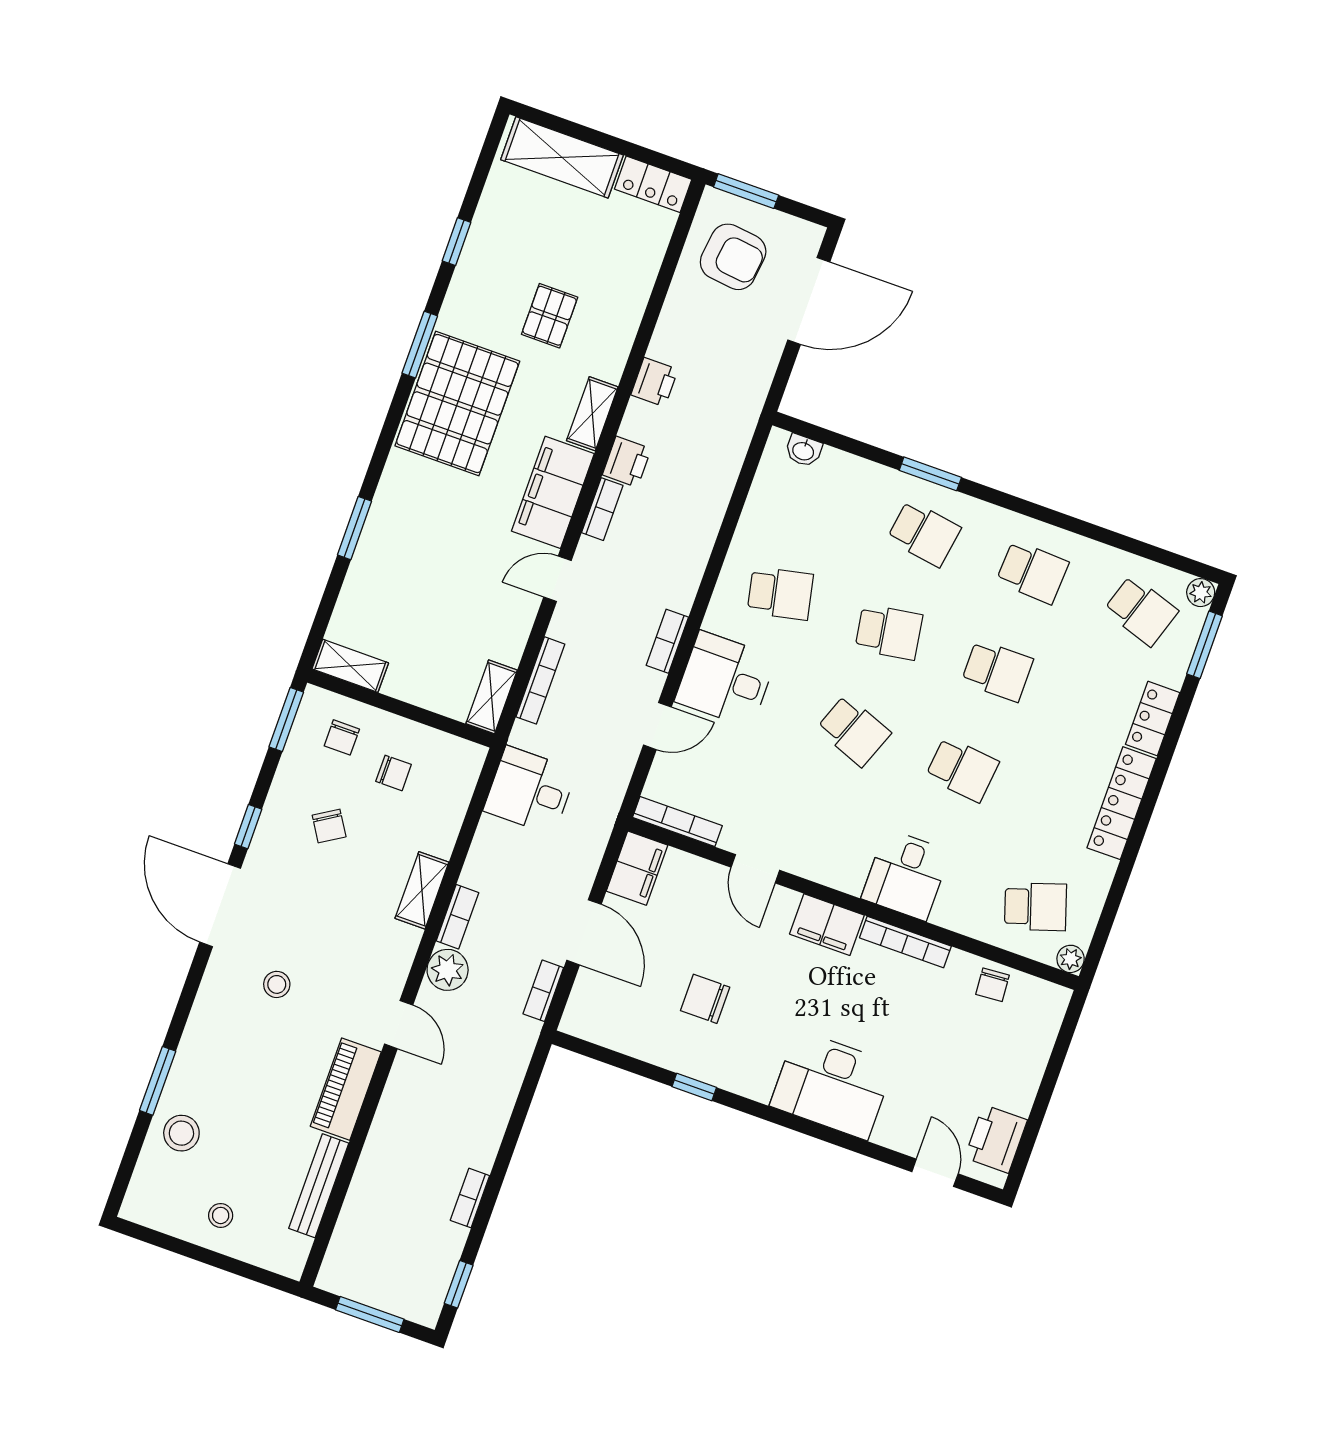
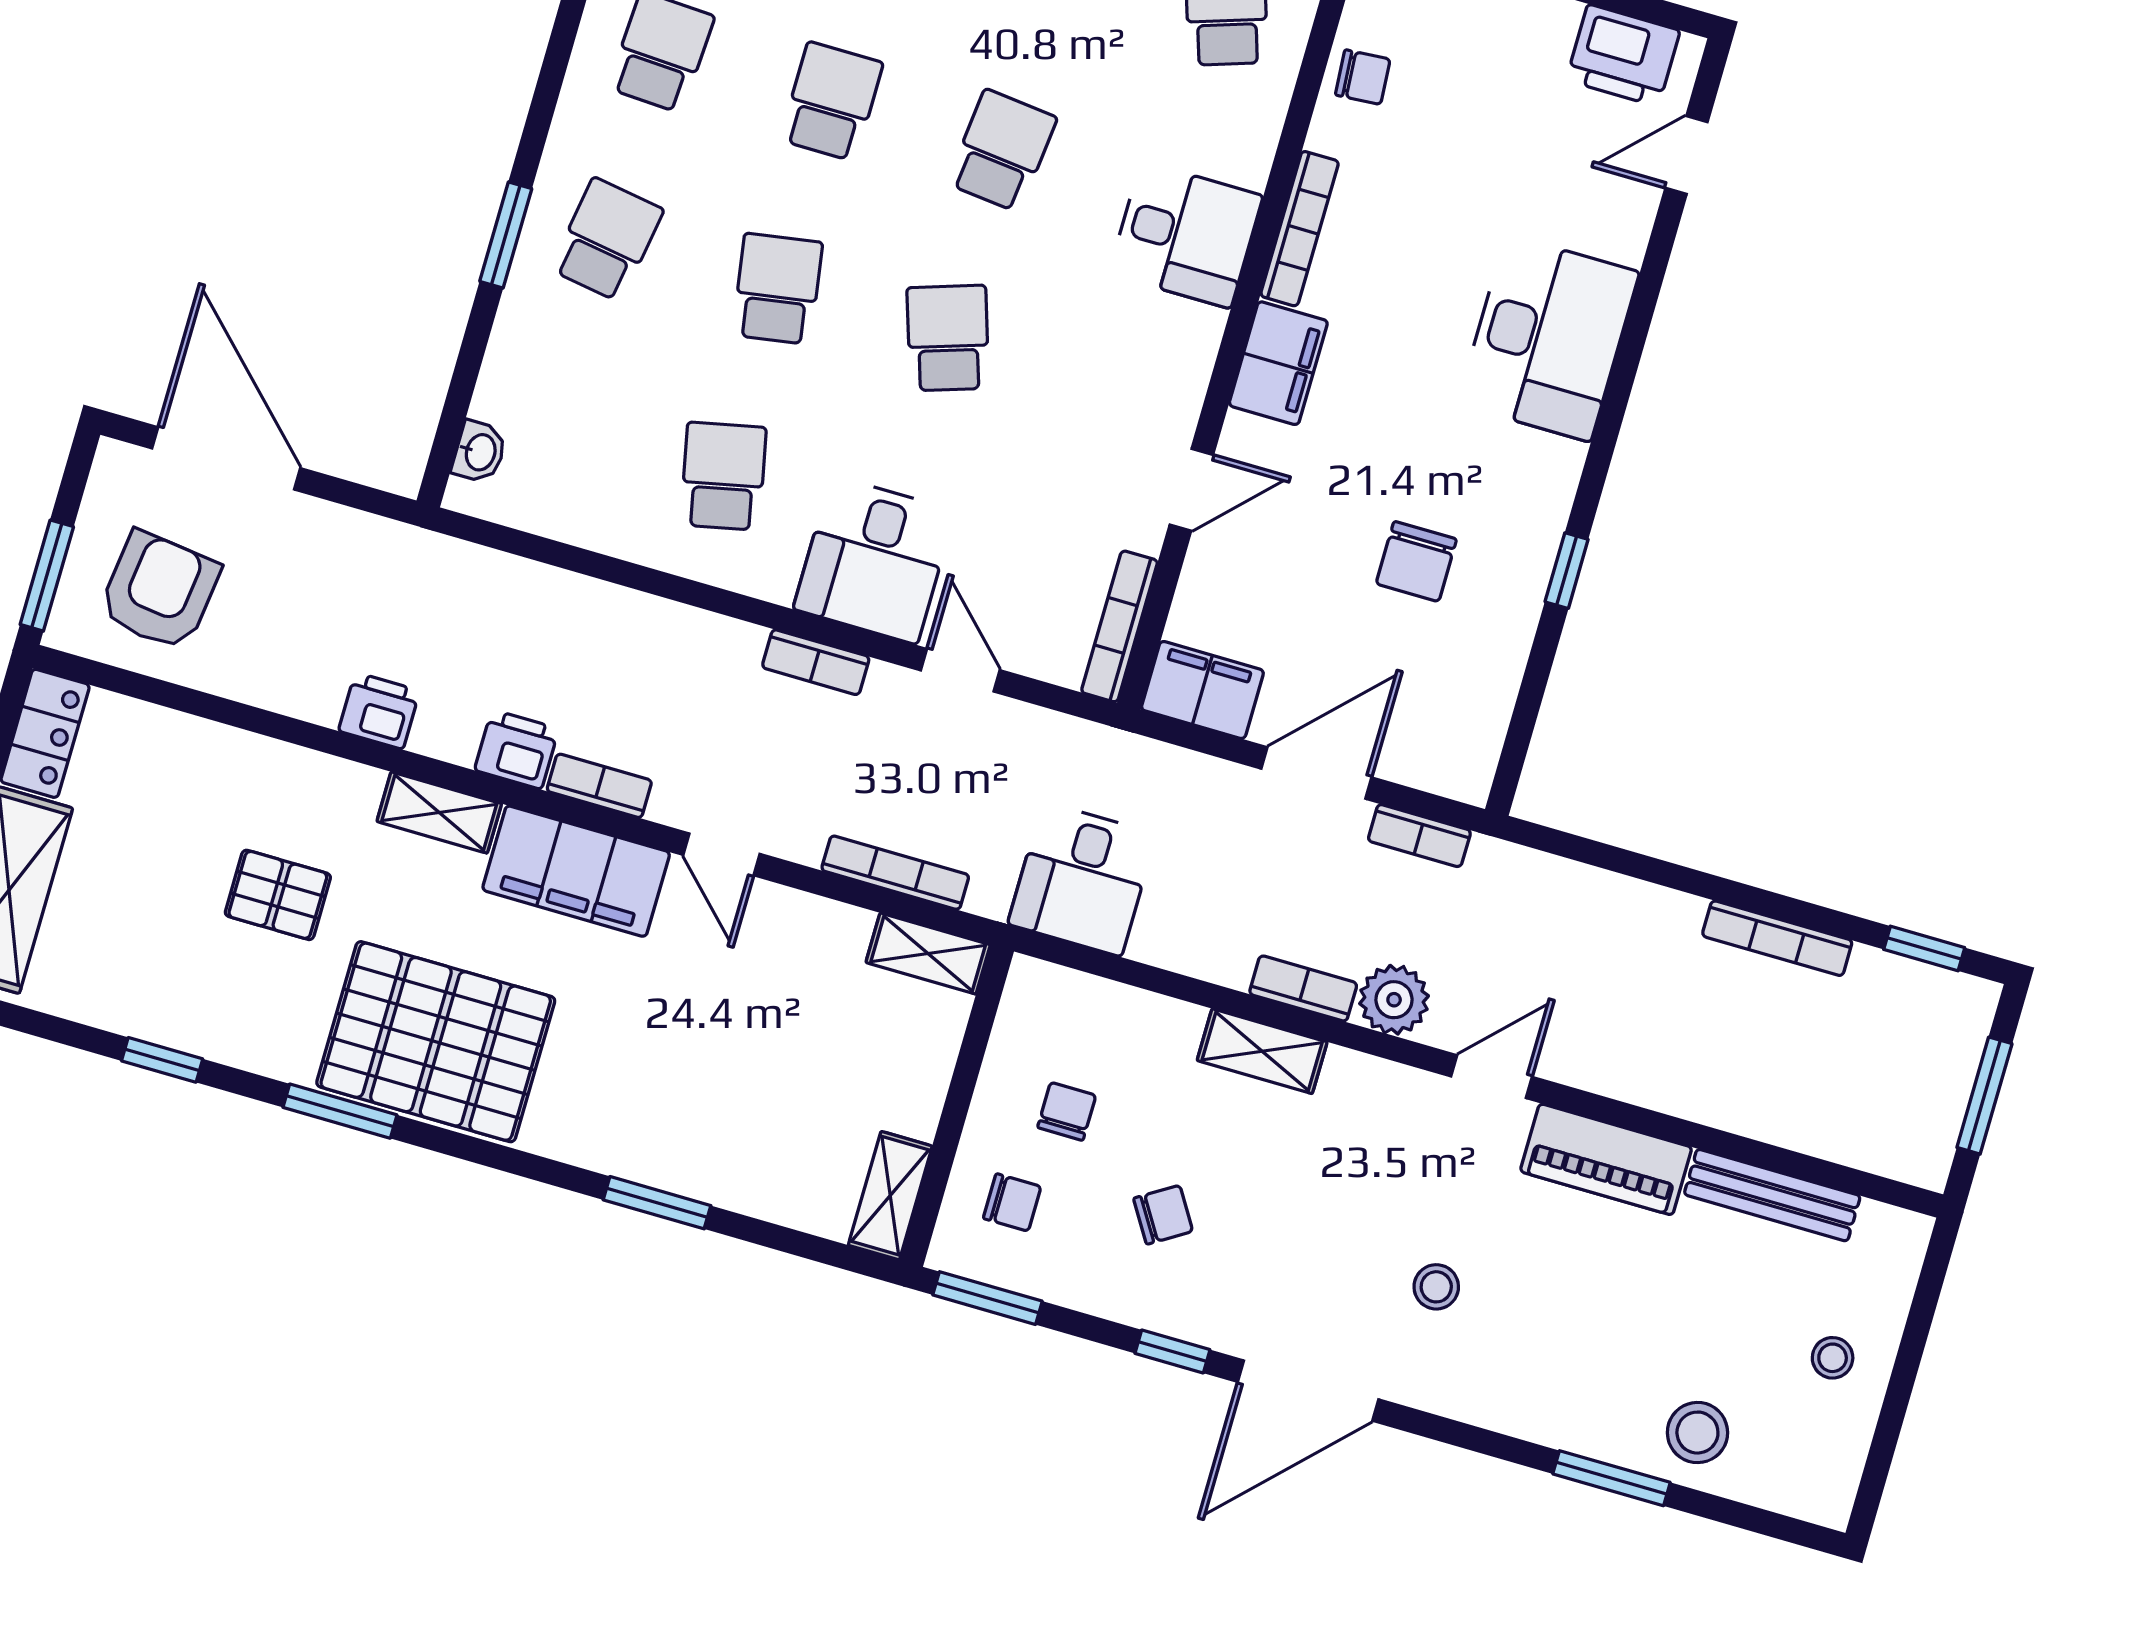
school desk: (854, 731) -> (948, 338), turned -39
bookcase: (470, 1198) -> (1777, 938), width x1.56

